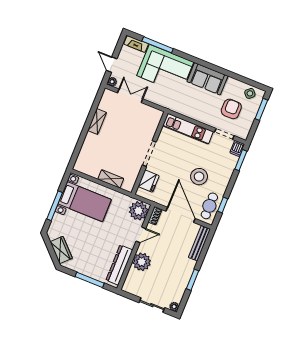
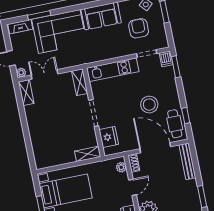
window: (158, 45) -> (39, 15), width x0.69
shelving: (97, 121) -> (26, 93), moved
shelving: (155, 121) -> (80, 82), added
shelving: (111, 179) -> (88, 154), moved
plant: (138, 211) -> (121, 167), width x0.53, depth x0.53

